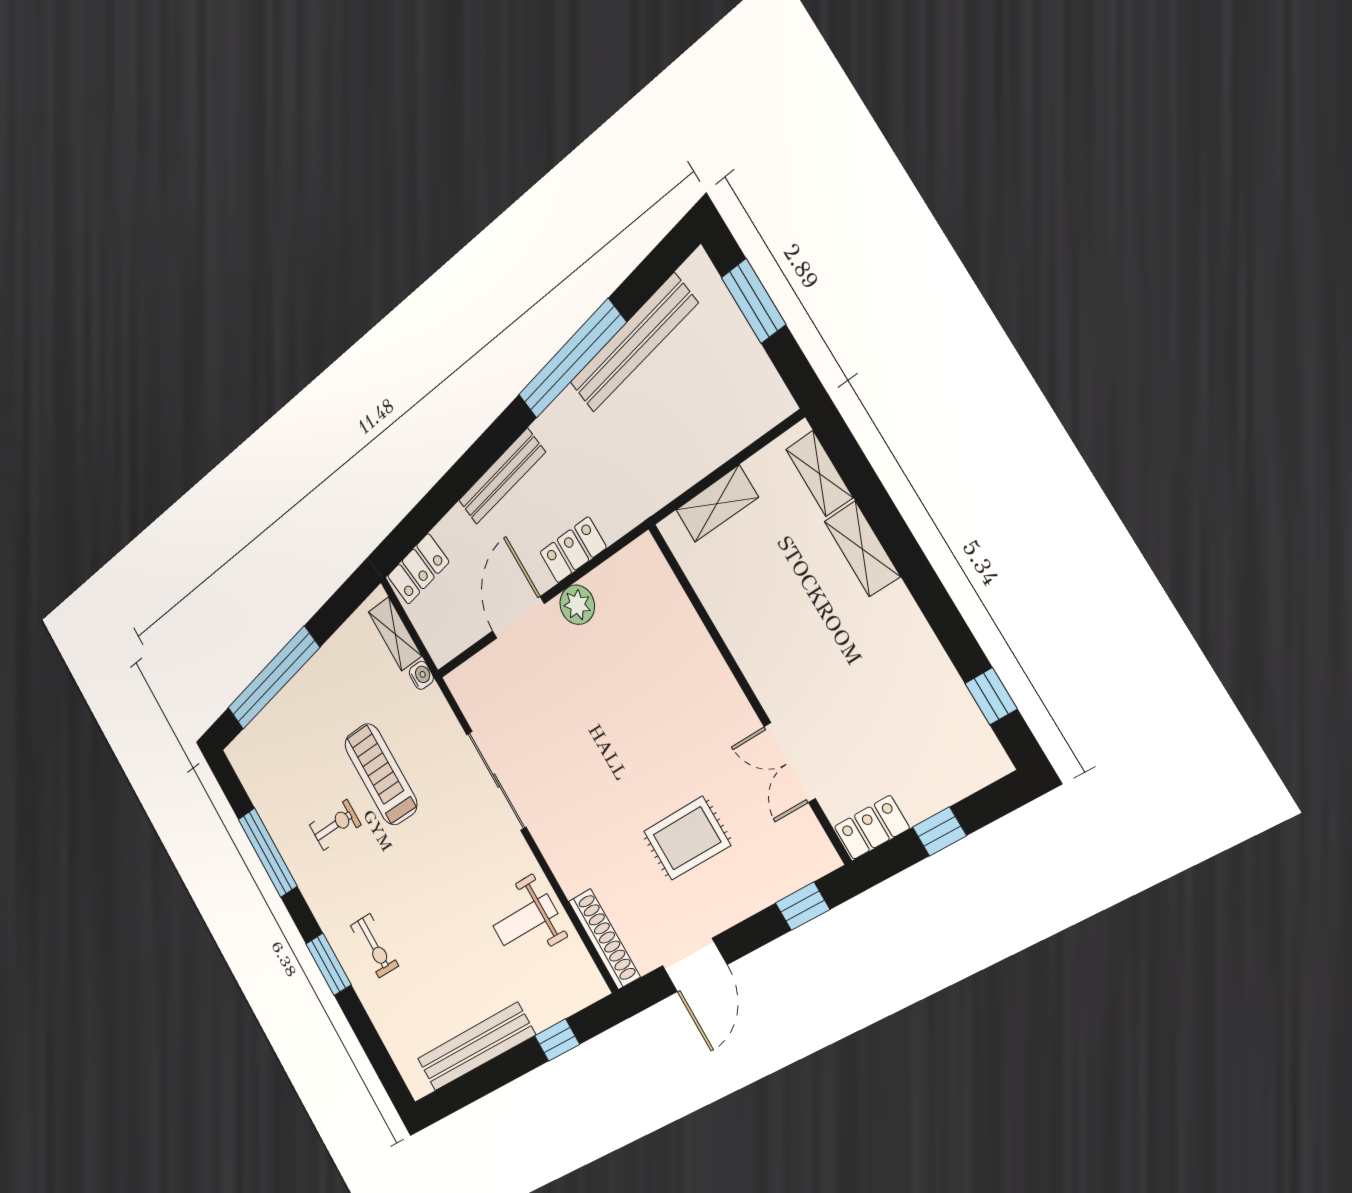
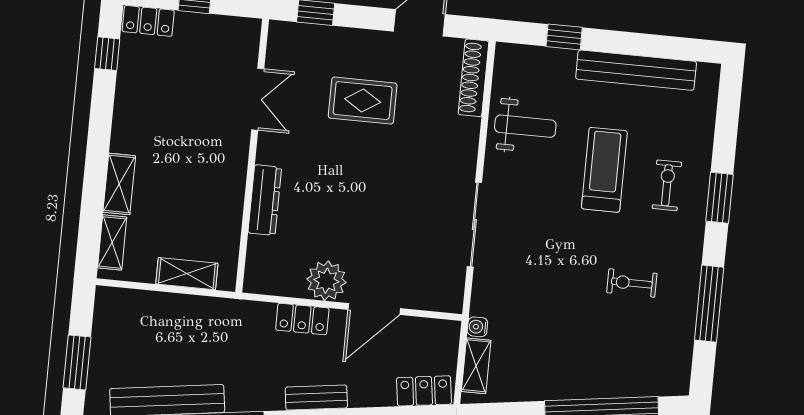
bench: (502, 477) -> (316, 397), width x0.73
plant: (577, 605) -> (326, 281), width x1.36, depth x1.36
dresser: (701, 652) -> (265, 200), added
treadmill: (381, 774) -> (604, 170), moved, turned 180
locker: (872, 827) -> (148, 21), moved

